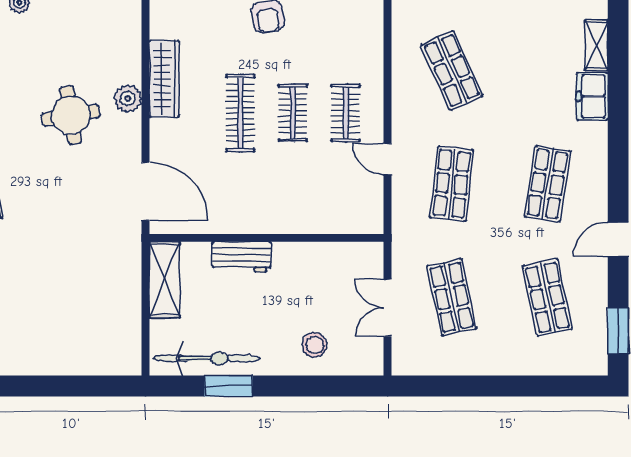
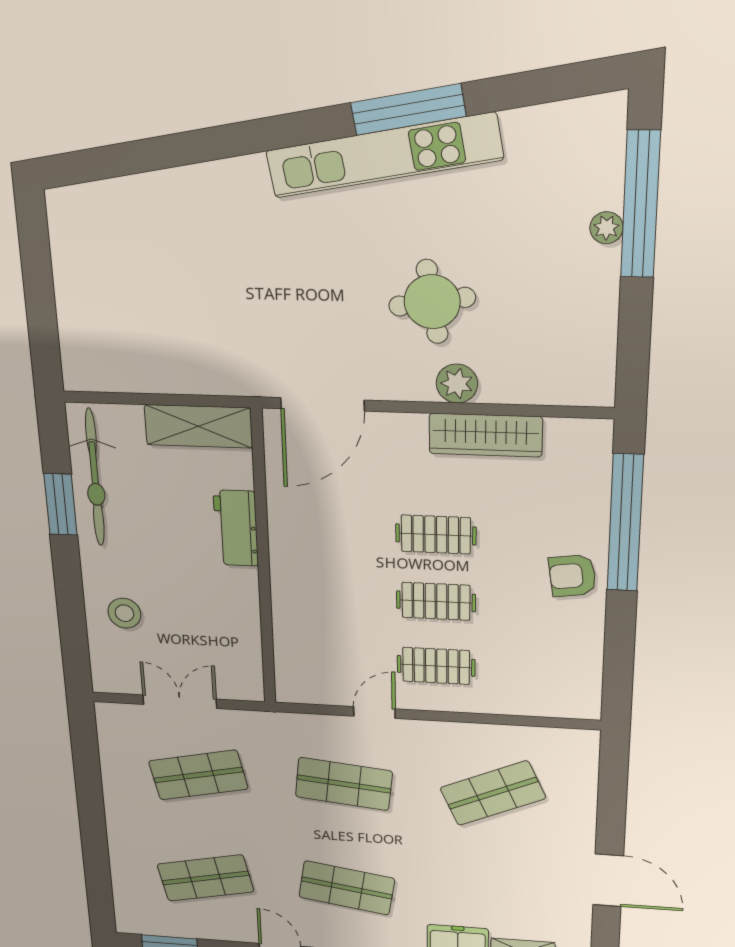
clothes rail: (240, 113) -> (436, 534), width x0.73

